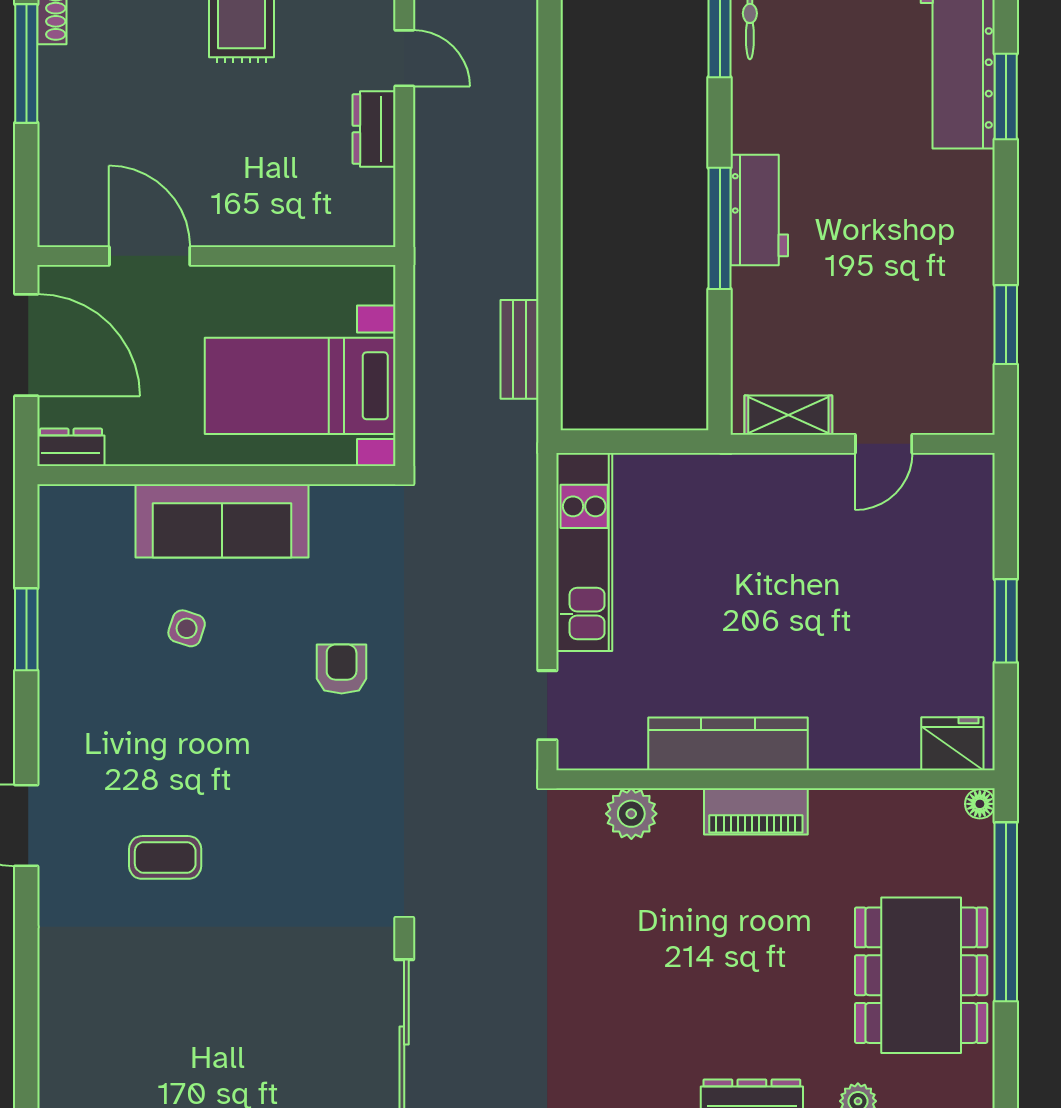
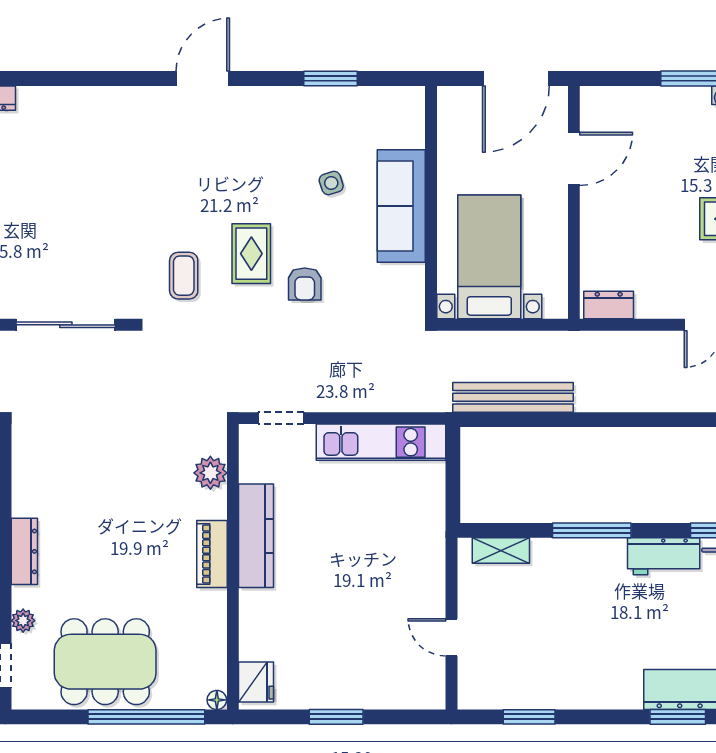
dresser: (374, 129) -> (609, 305), moved
workbench: (759, 210) -> (664, 556), moved
bench: (519, 349) -> (513, 397), width x1.86, depth x1.21
shelving: (788, 415) -> (501, 550), moved, turned 90
dresser: (71, 447) -> (449, 108), removed
side table: (187, 628) -> (331, 183), turned -36
armchair: (342, 669) -> (305, 284), turned 90
rug: (295, 751) -> (251, 254), added
coffee table: (165, 857) -> (184, 276), moved

